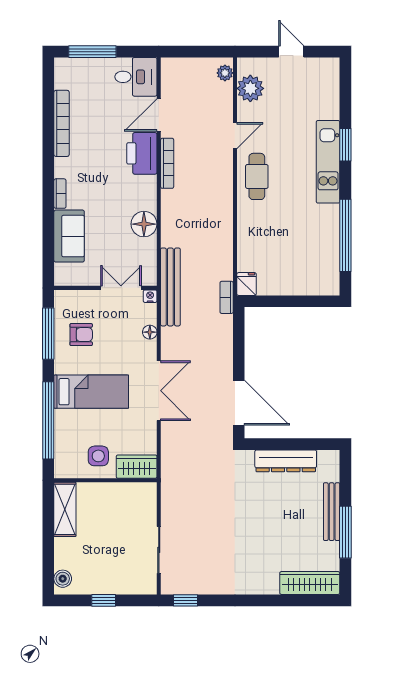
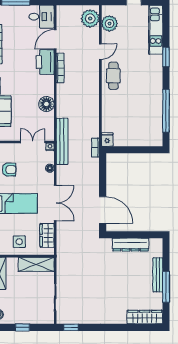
plant: (225, 73) -> (90, 19), width x1.88, depth x1.88
kitchen unit: (328, 162) -> (156, 30), moved
wardrobe: (137, 467) -> (47, 235), moved, turned -90
shelving: (127, 494) -> (36, 264), added

